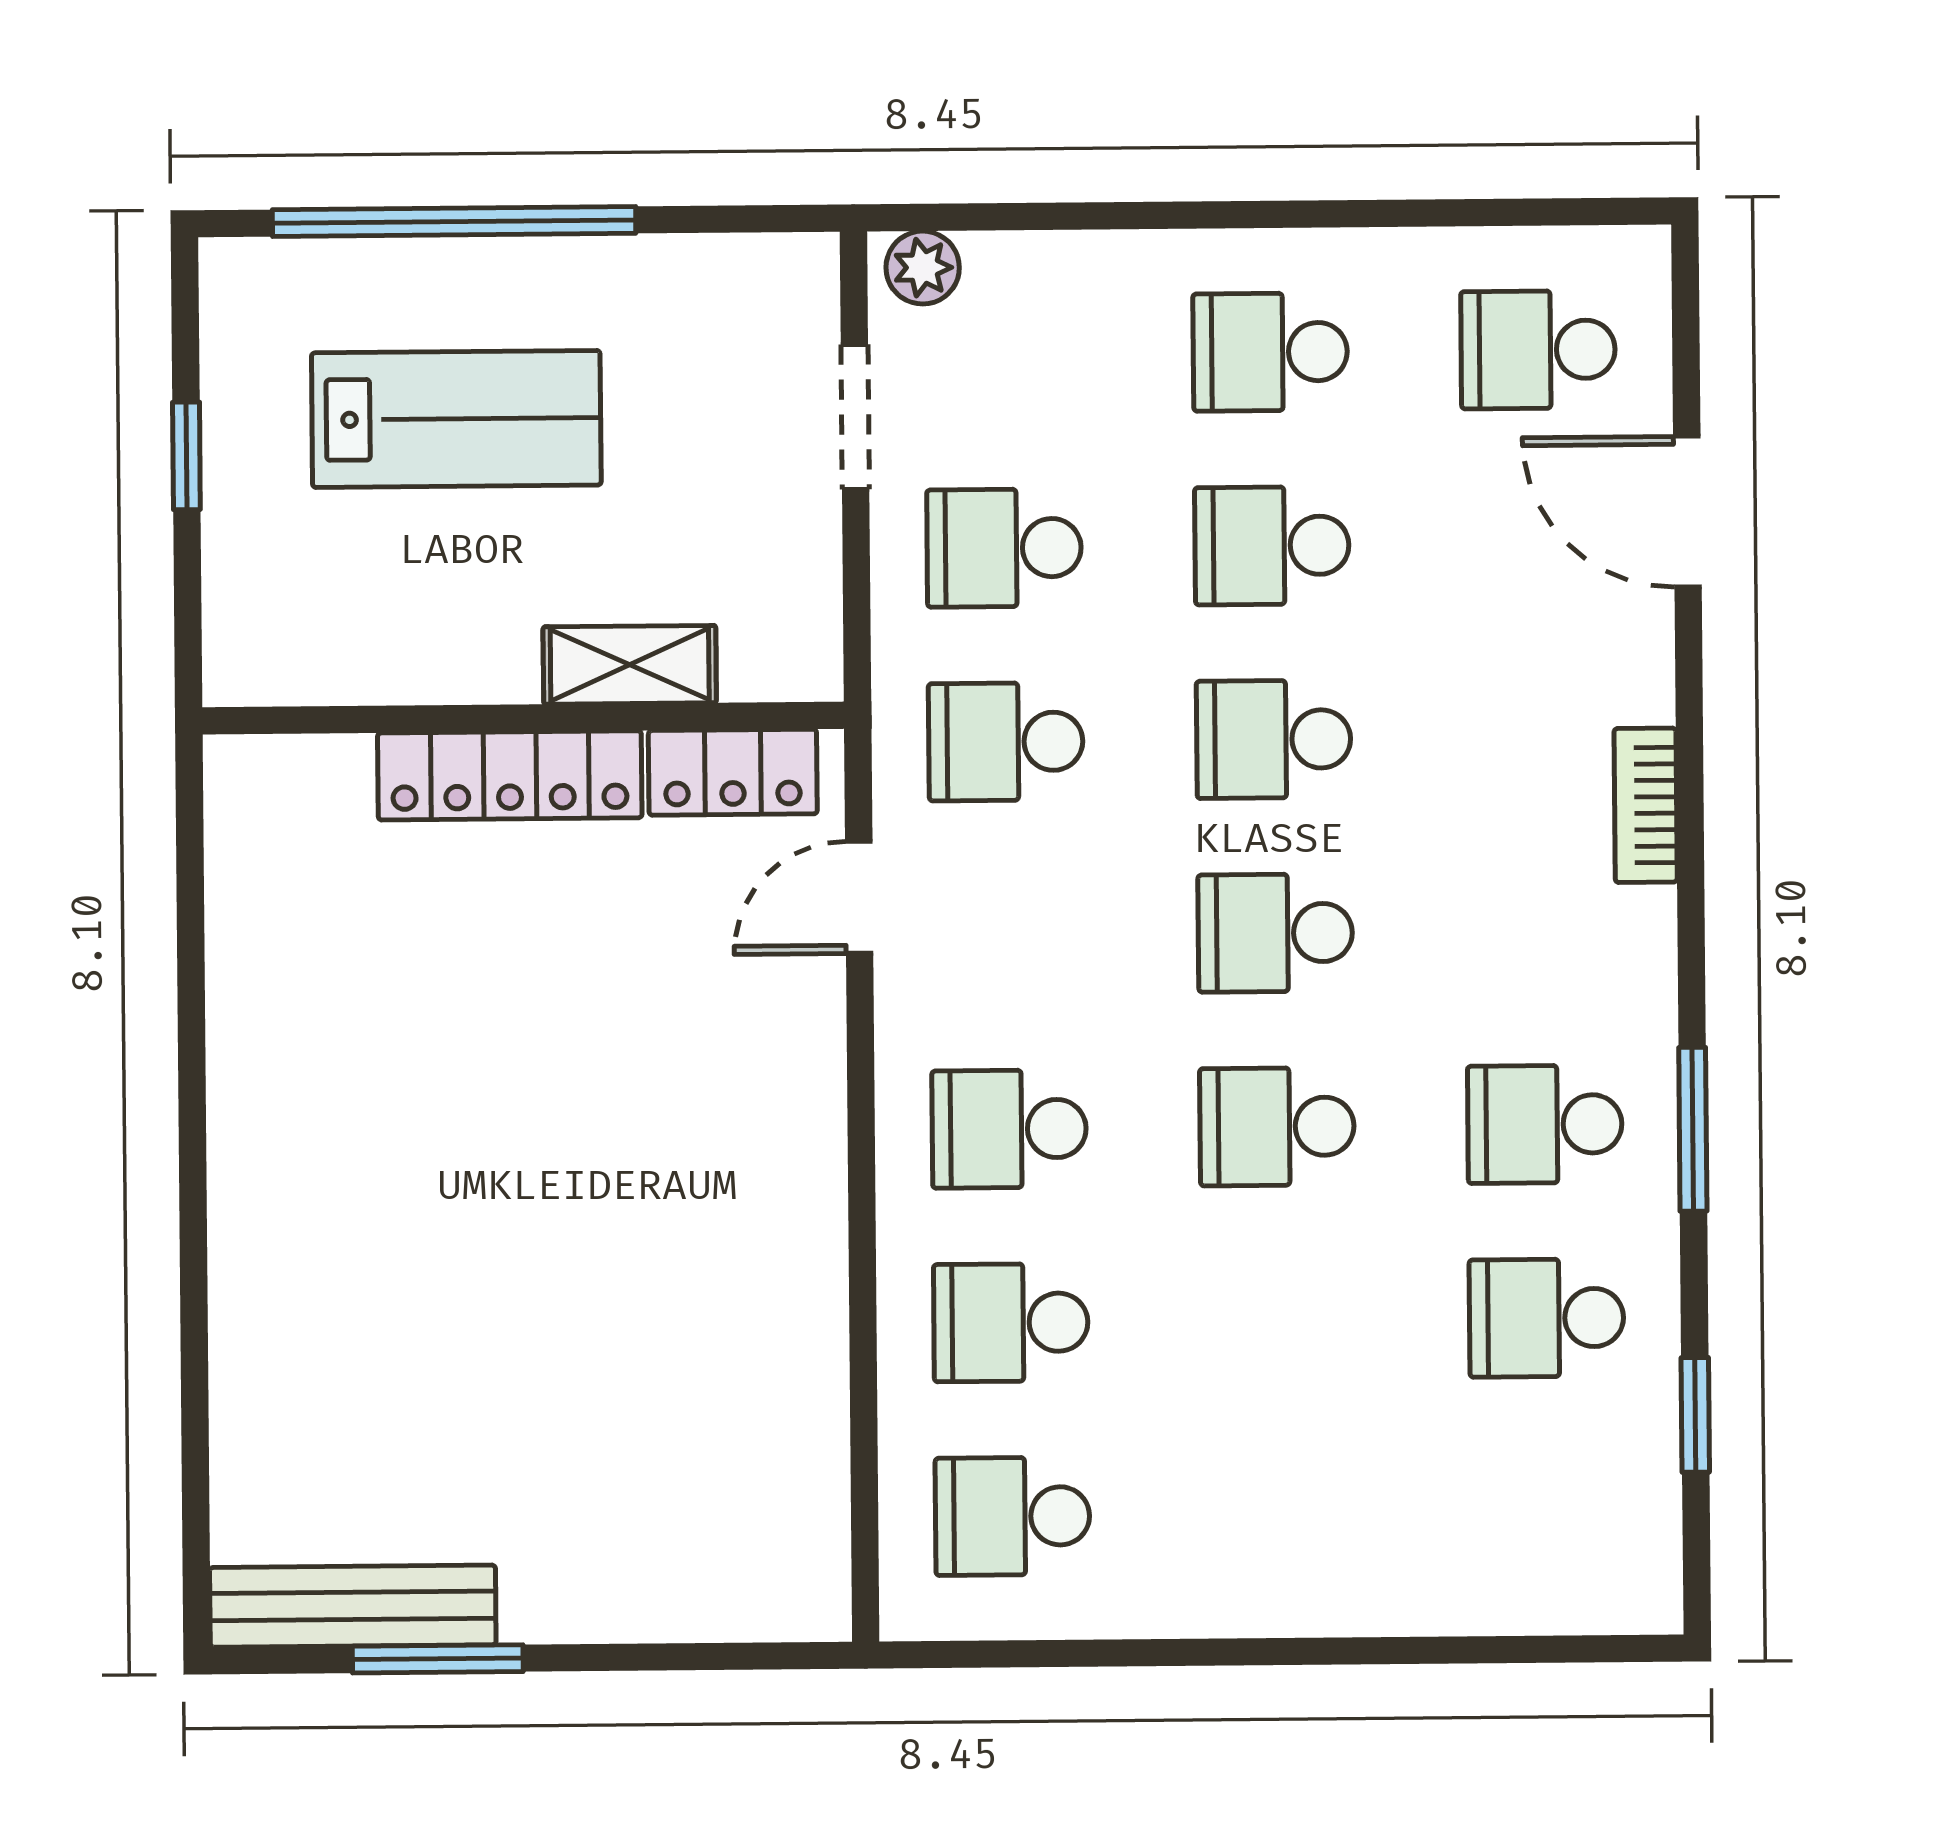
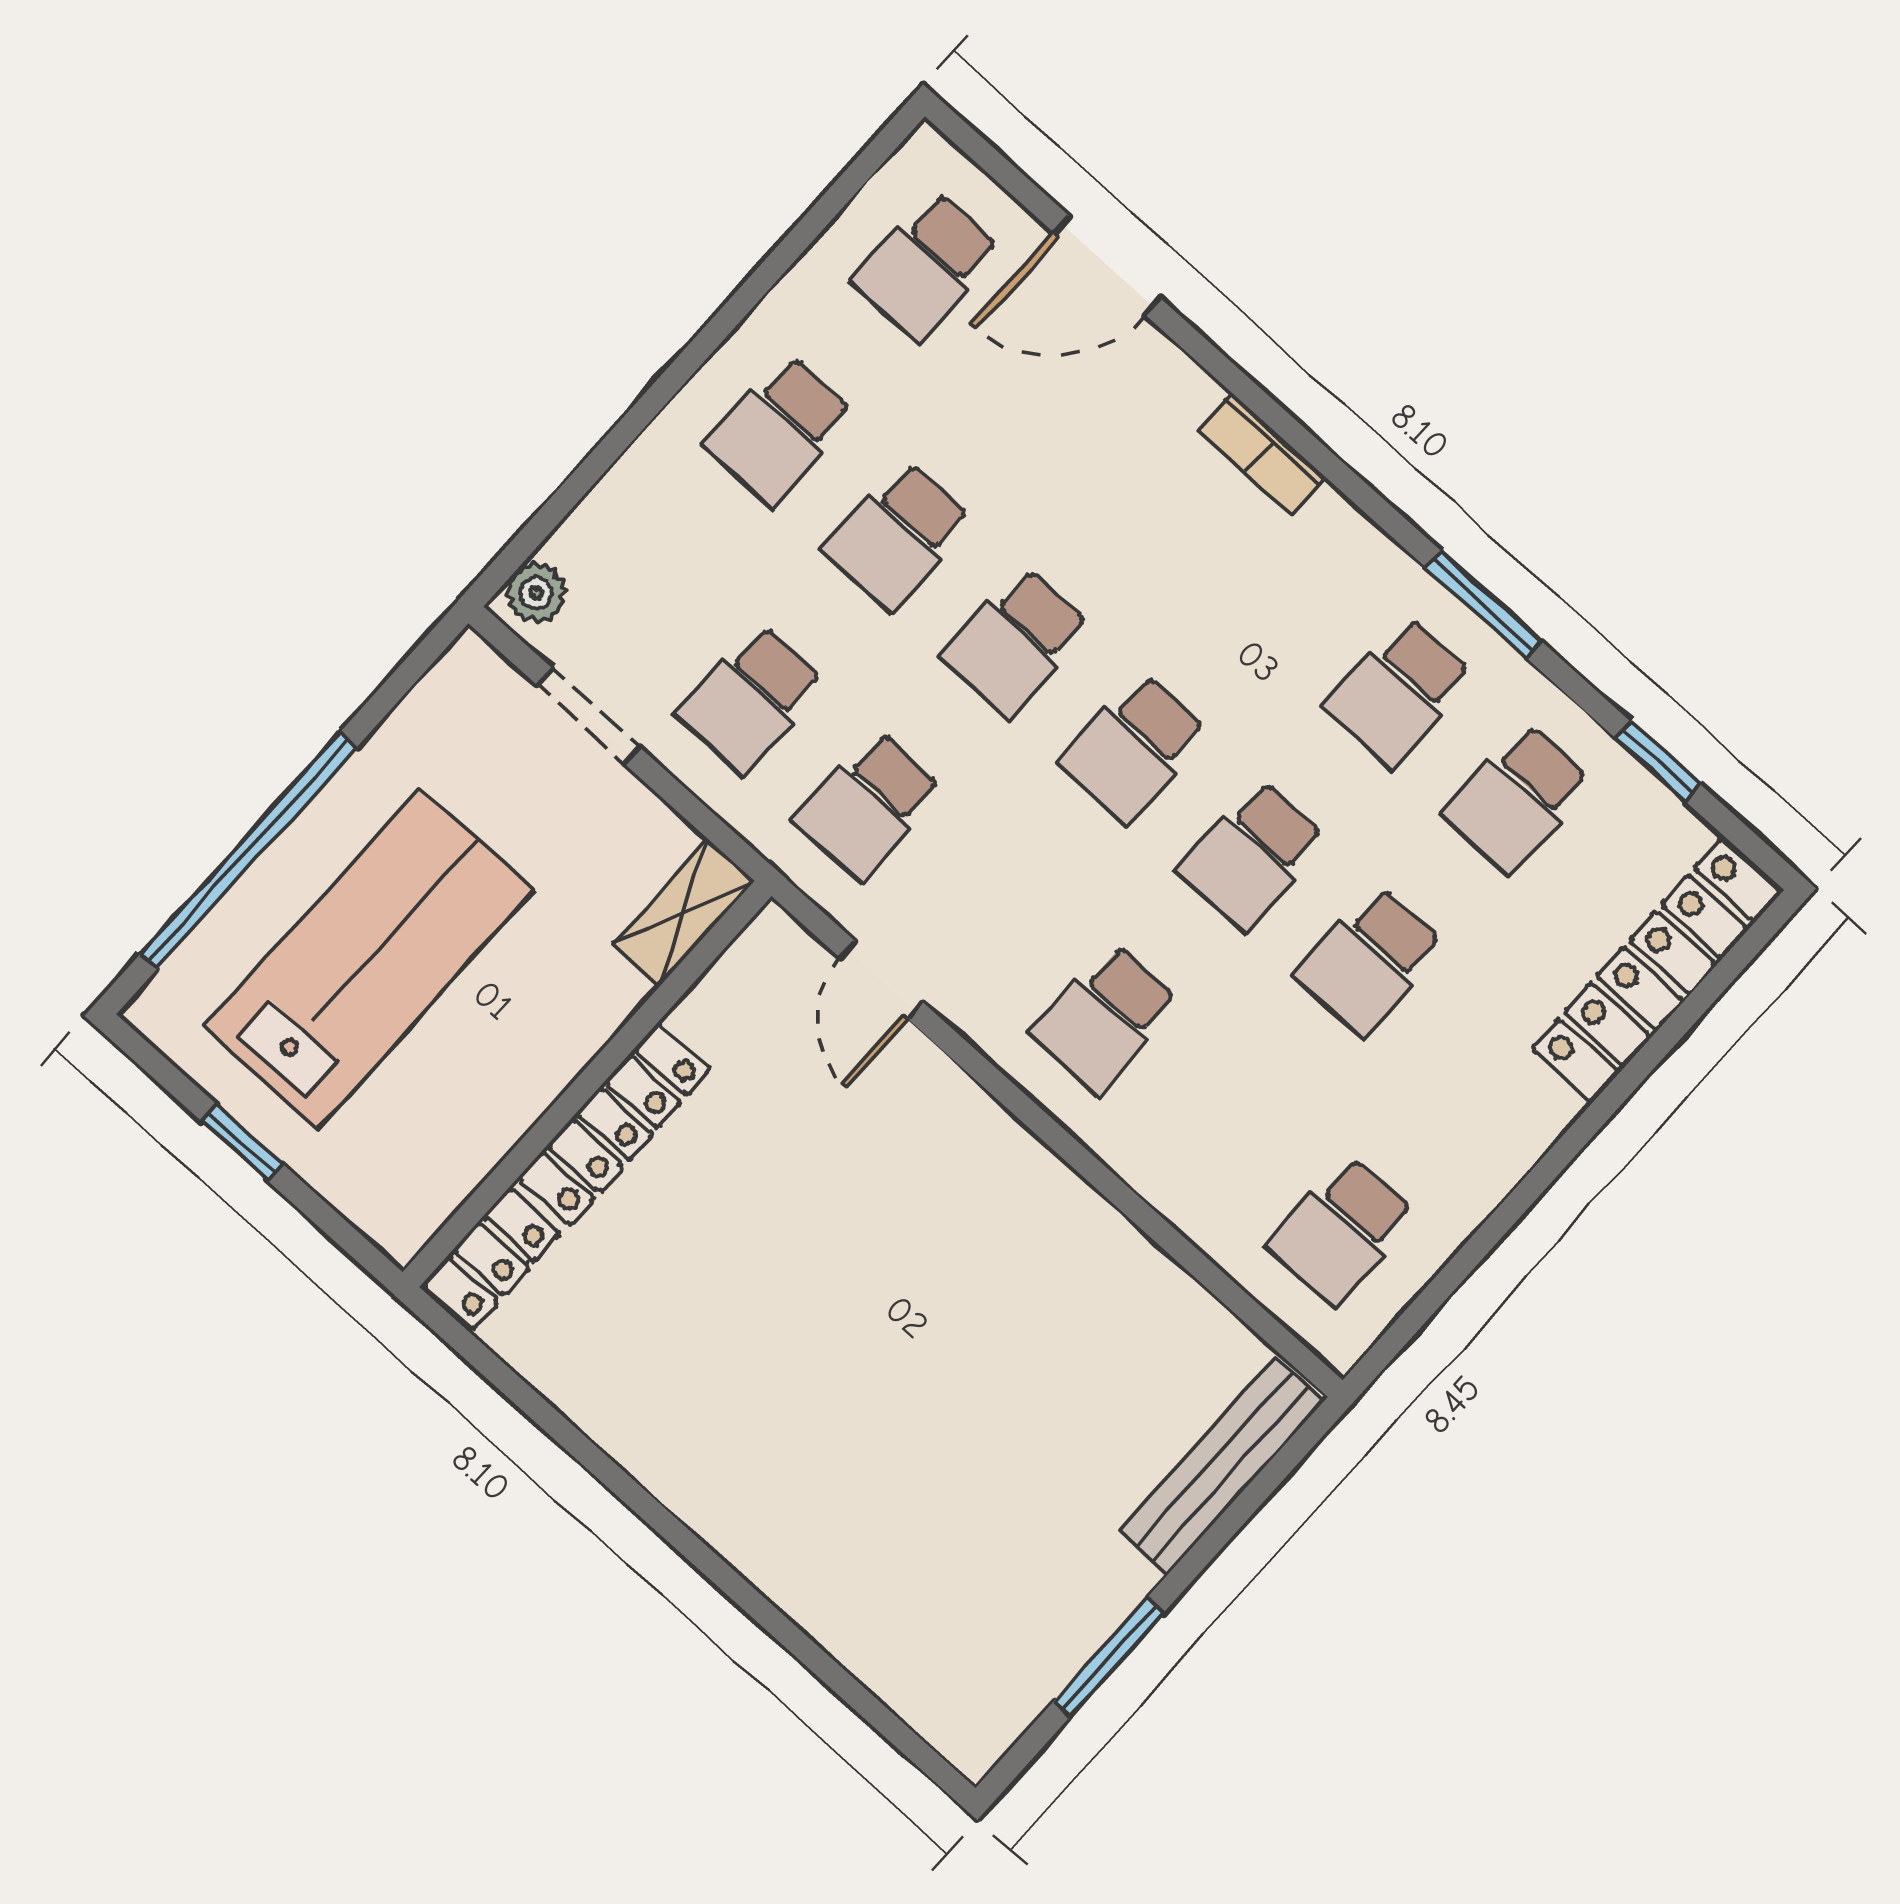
lab bench: (456, 419) -> (369, 959), width x1.36, depth x1.39
shelving: (630, 665) -> (684, 912), moved
locker: (733, 772) -> (491, 1259), moved
school desk: (1011, 1323) -> (1370, 961), moved
locker: (1506, 1586) -> (1656, 971), added
bench: (353, 1606) -> (1221, 1466), moved

